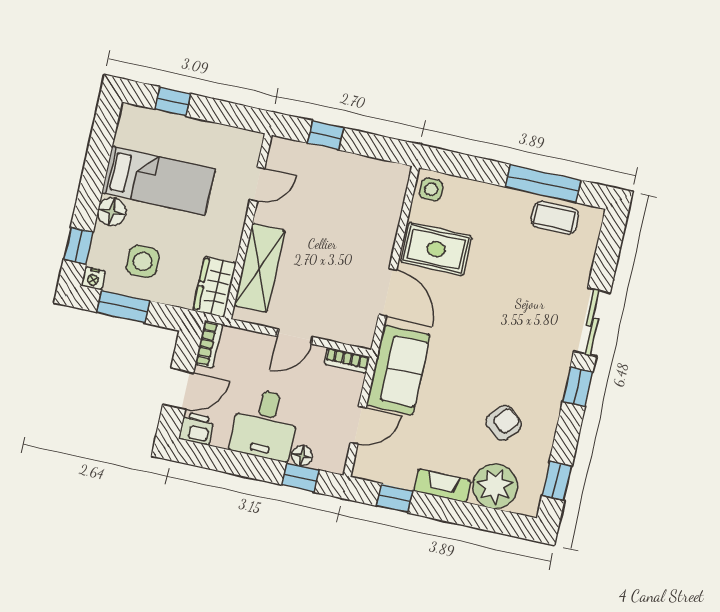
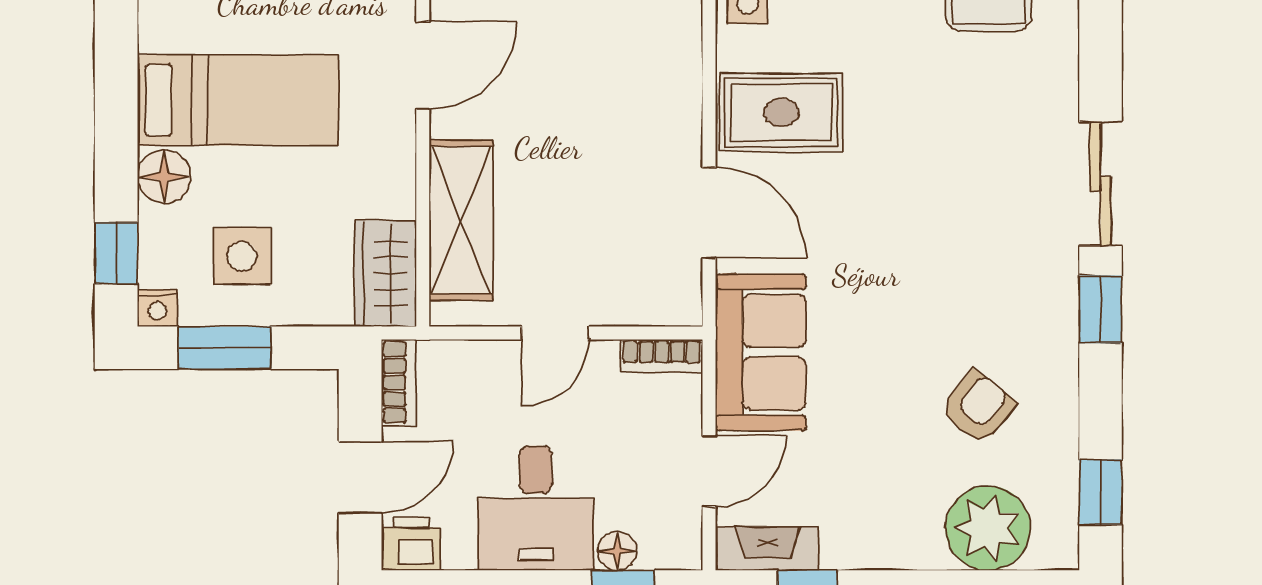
door: (257, 184) -> (423, 66), width x1.37
fireplace: (442, 486) -> (767, 549), moved

